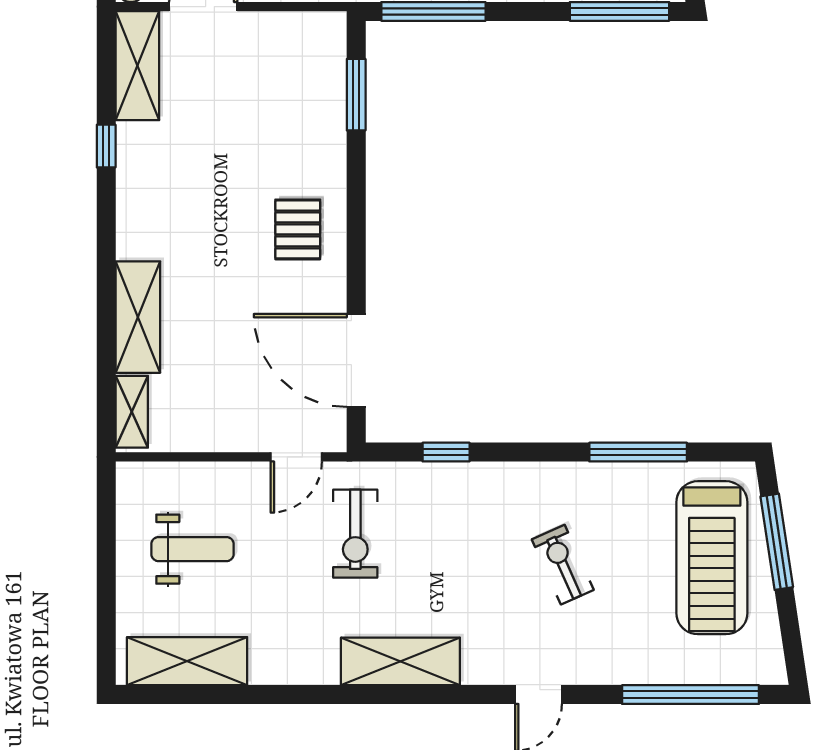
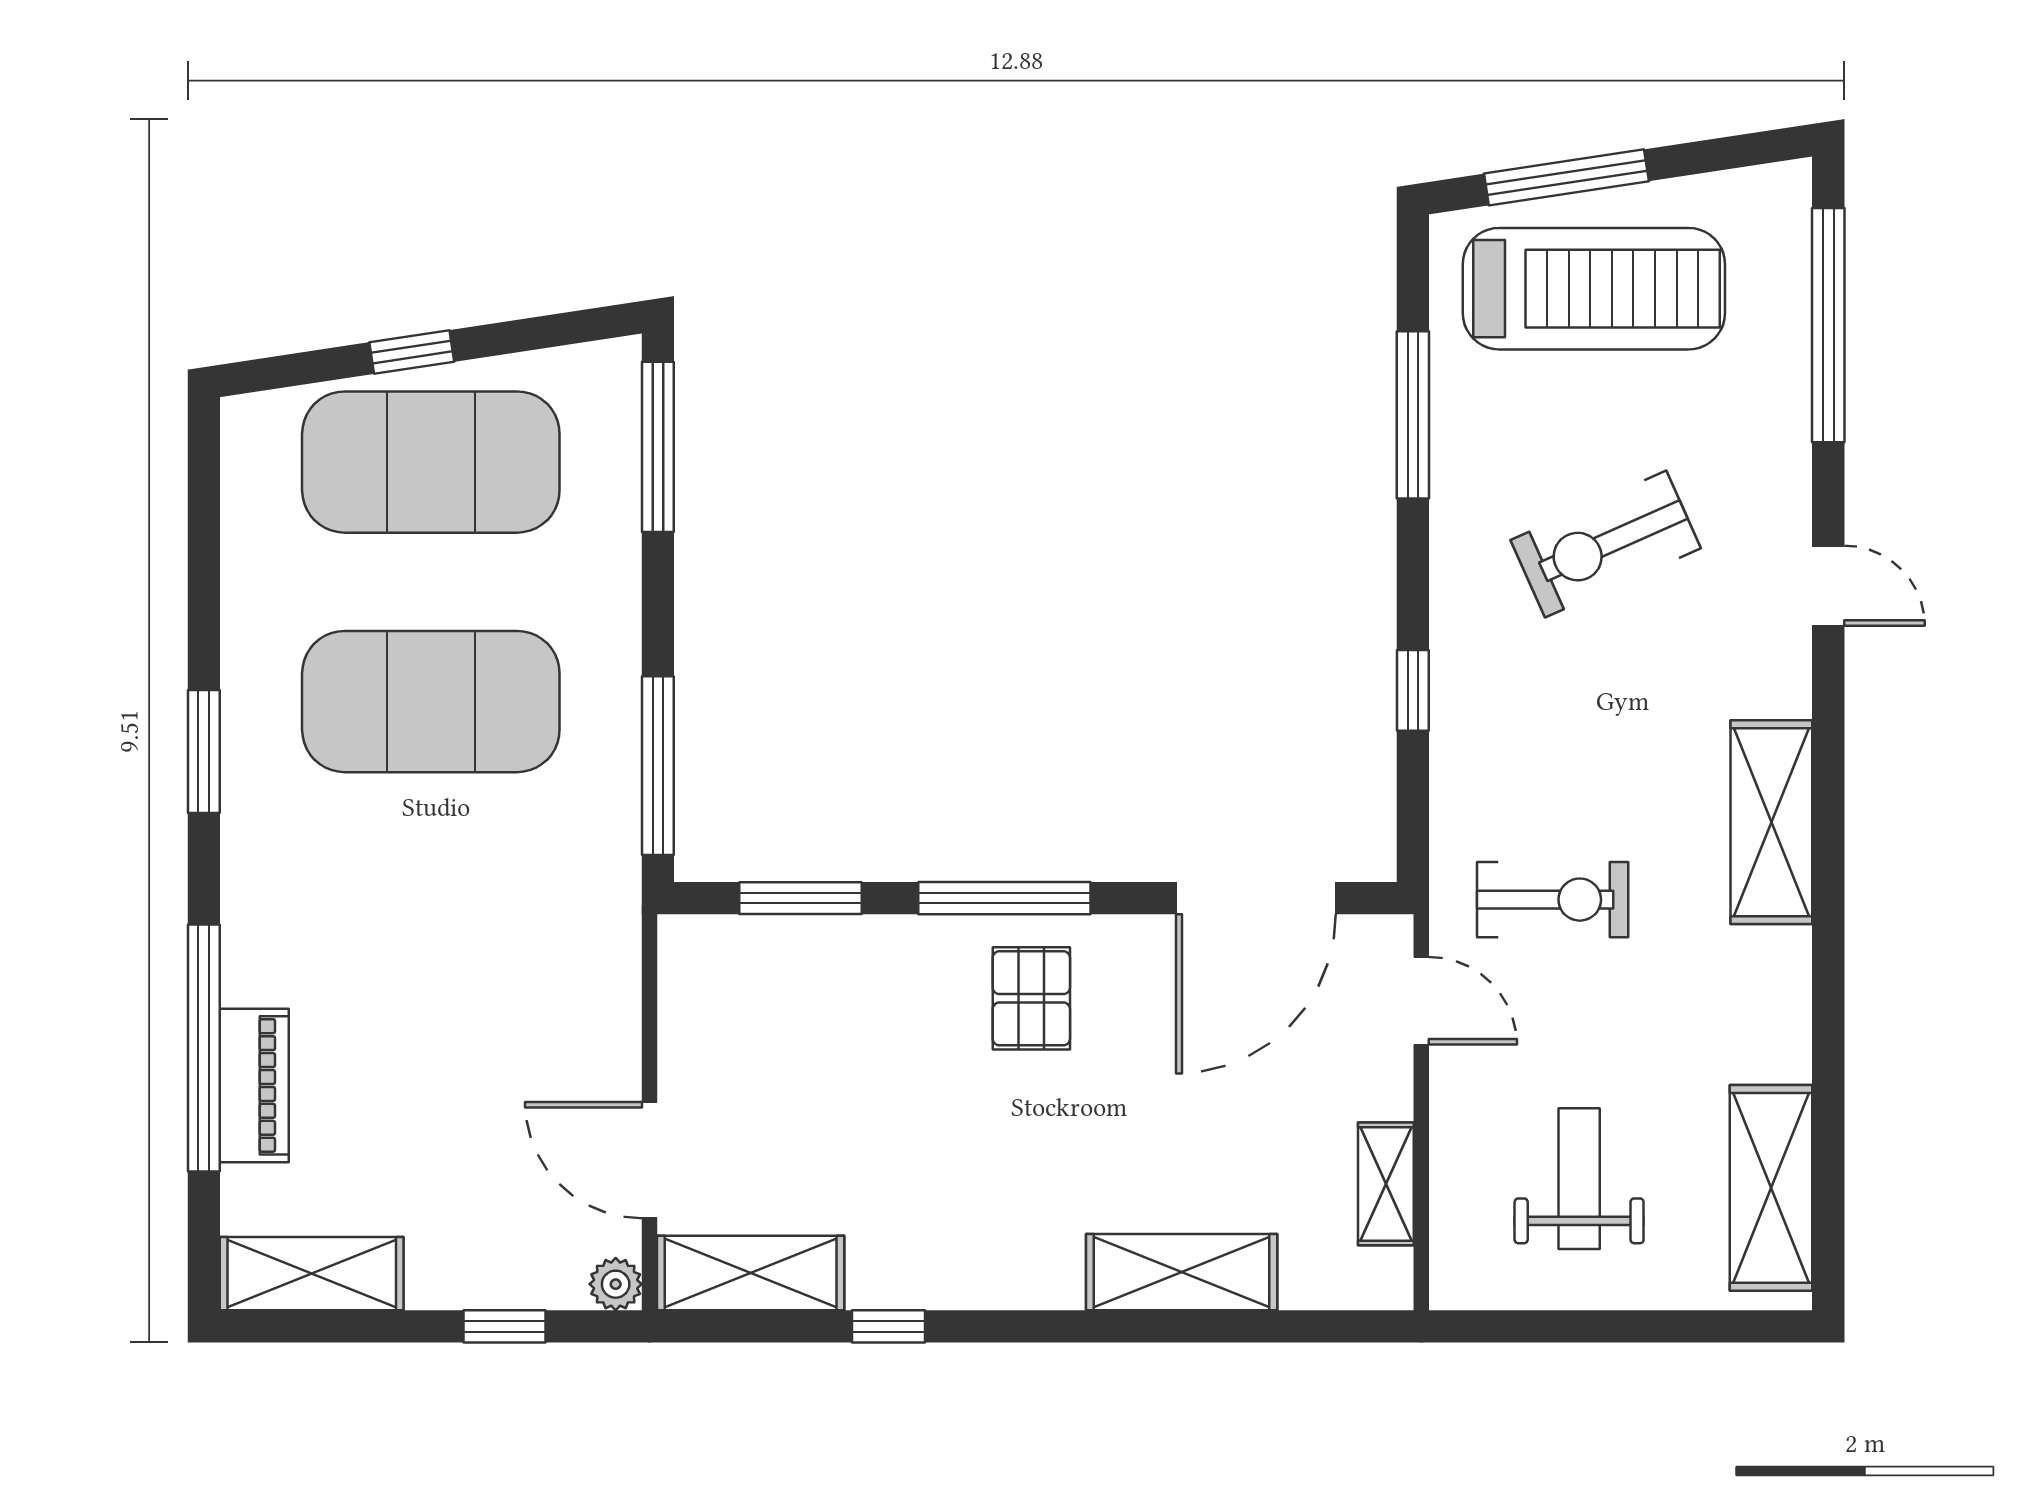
window: (356, 214) -> (1004, 898), added
pallet: (298, 229) -> (1031, 998), turned 90
shelving: (132, 412) -> (1386, 1184), moved, turned 90
window: (446, 452) -> (1413, 690), moved
exercise bike: (563, 565) -> (1606, 544), width x1.38, depth x1.39

